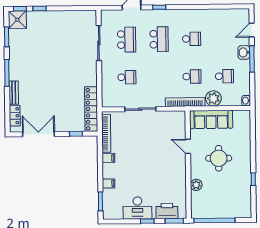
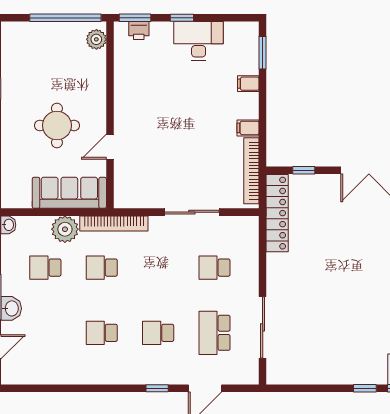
school desk: (159, 39) -> (158, 333), width x0.54
door: (188, 146) -> (110, 147), swing flipped
plant: (196, 185) -> (96, 39), moved
printer: (167, 211) -> (139, 31), width x0.53, depth x0.68

